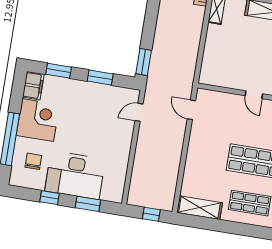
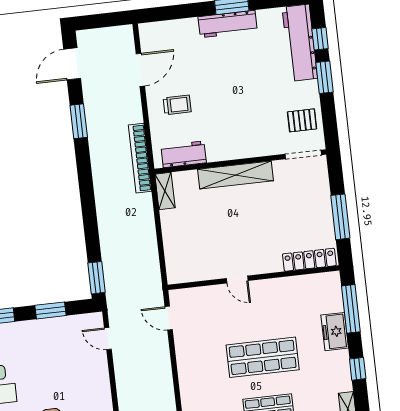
door: (139, 112) -> (108, 338), hinge flipped

